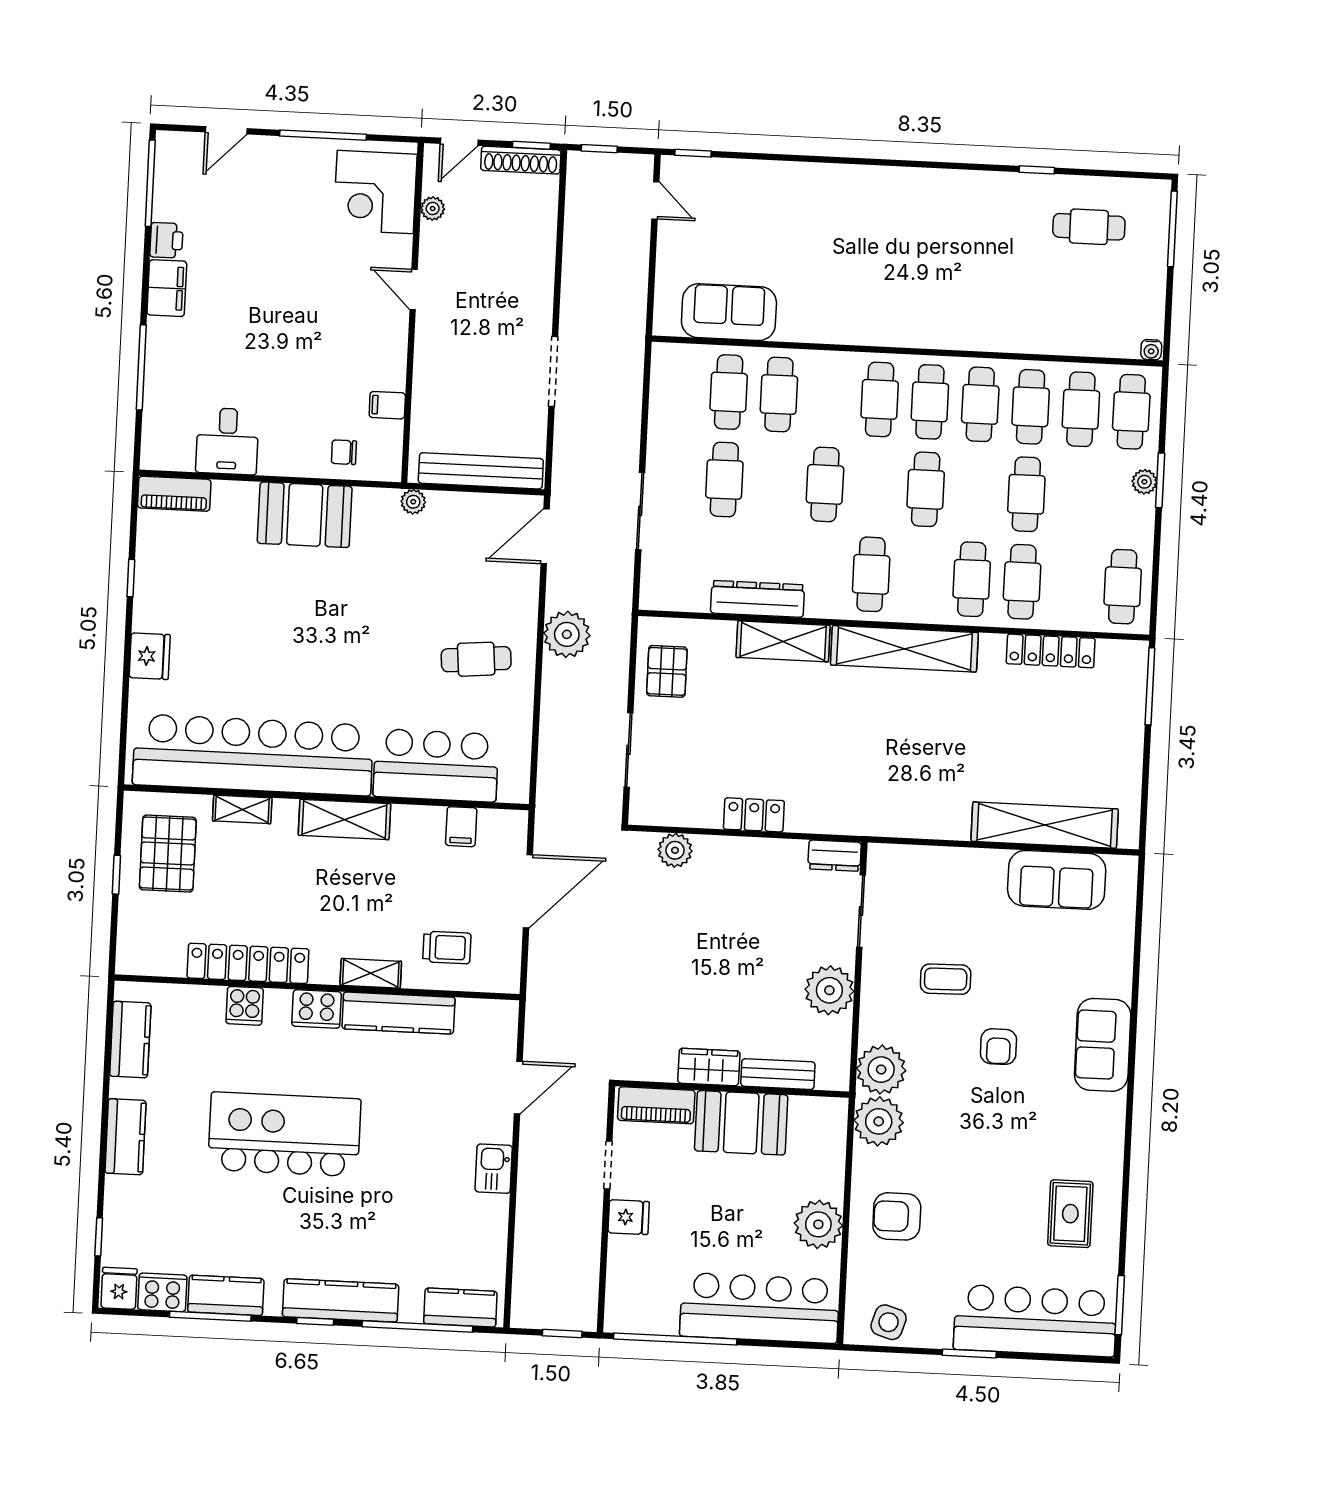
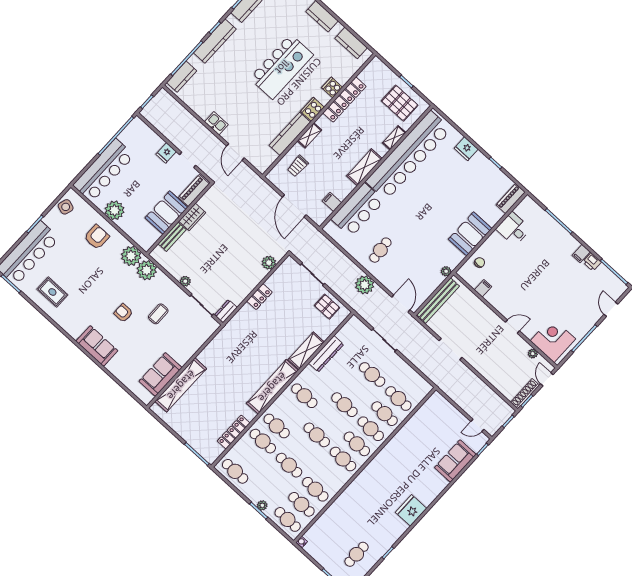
fridge: (920, 193) -> (411, 510), added
filing cabinet: (167, 288) -> (581, 254), width x0.50
sofa: (729, 312) -> (455, 461), moved, turned 180
cafe table: (980, 404) -> (371, 429), moved
plant: (829, 990) -> (185, 281), width x0.53, depth x0.53

